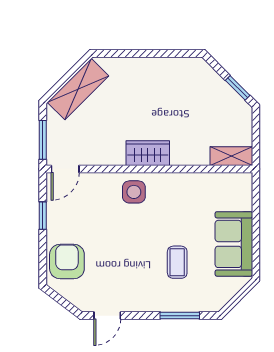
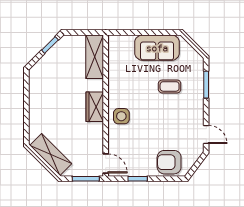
shelving: (231, 156) -> (95, 57), width x1.50, depth x1.33

